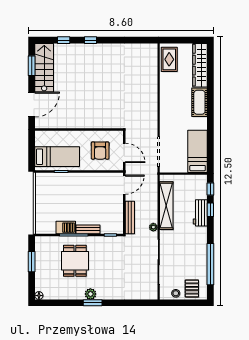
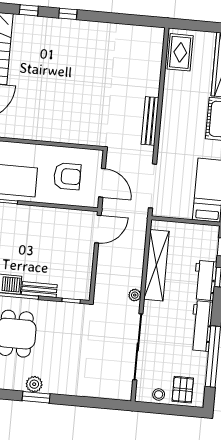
armchair: (100, 151) -> (67, 176), turned -90
bench: (130, 218) -> (150, 121), moved
workbench: (201, 244) -> (202, 326), added

